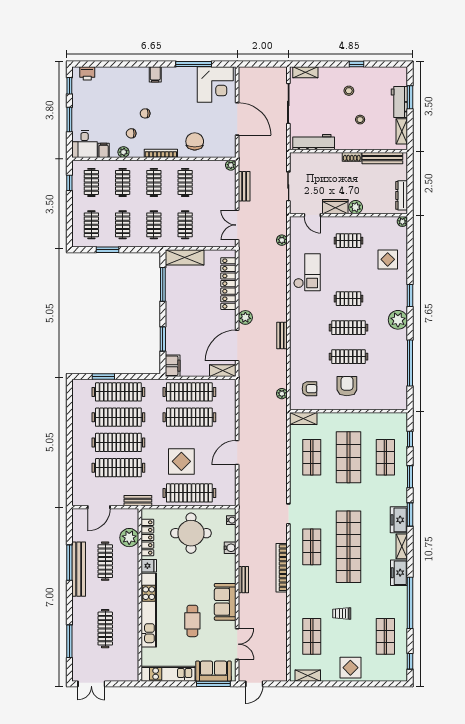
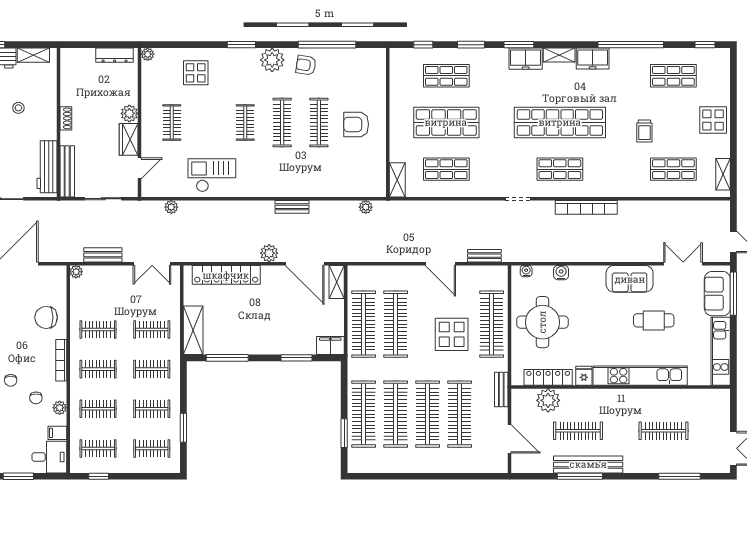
bench: (382, 158) -> (67, 171), moved
armchair: (309, 389) -> (306, 65), moved, turned -81
bench: (243, 580) -> (484, 256), moved

